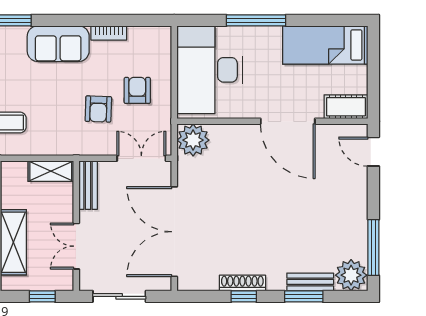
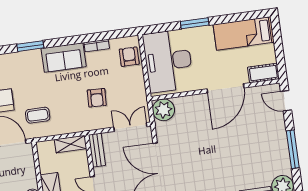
window: (256, 20) -> (195, 23), width x0.69
armchair: (137, 90) -> (129, 57), moved
door: (288, 121) -> (225, 88), hinge flipped
window: (373, 248) -> (293, 149), moved

